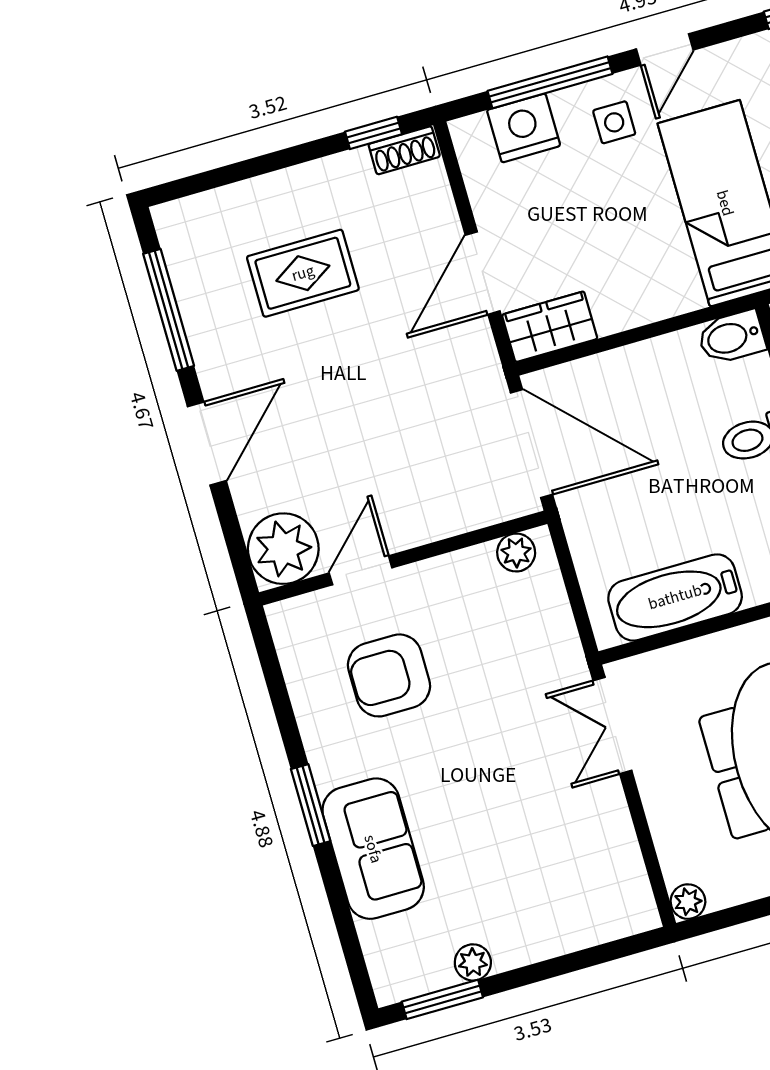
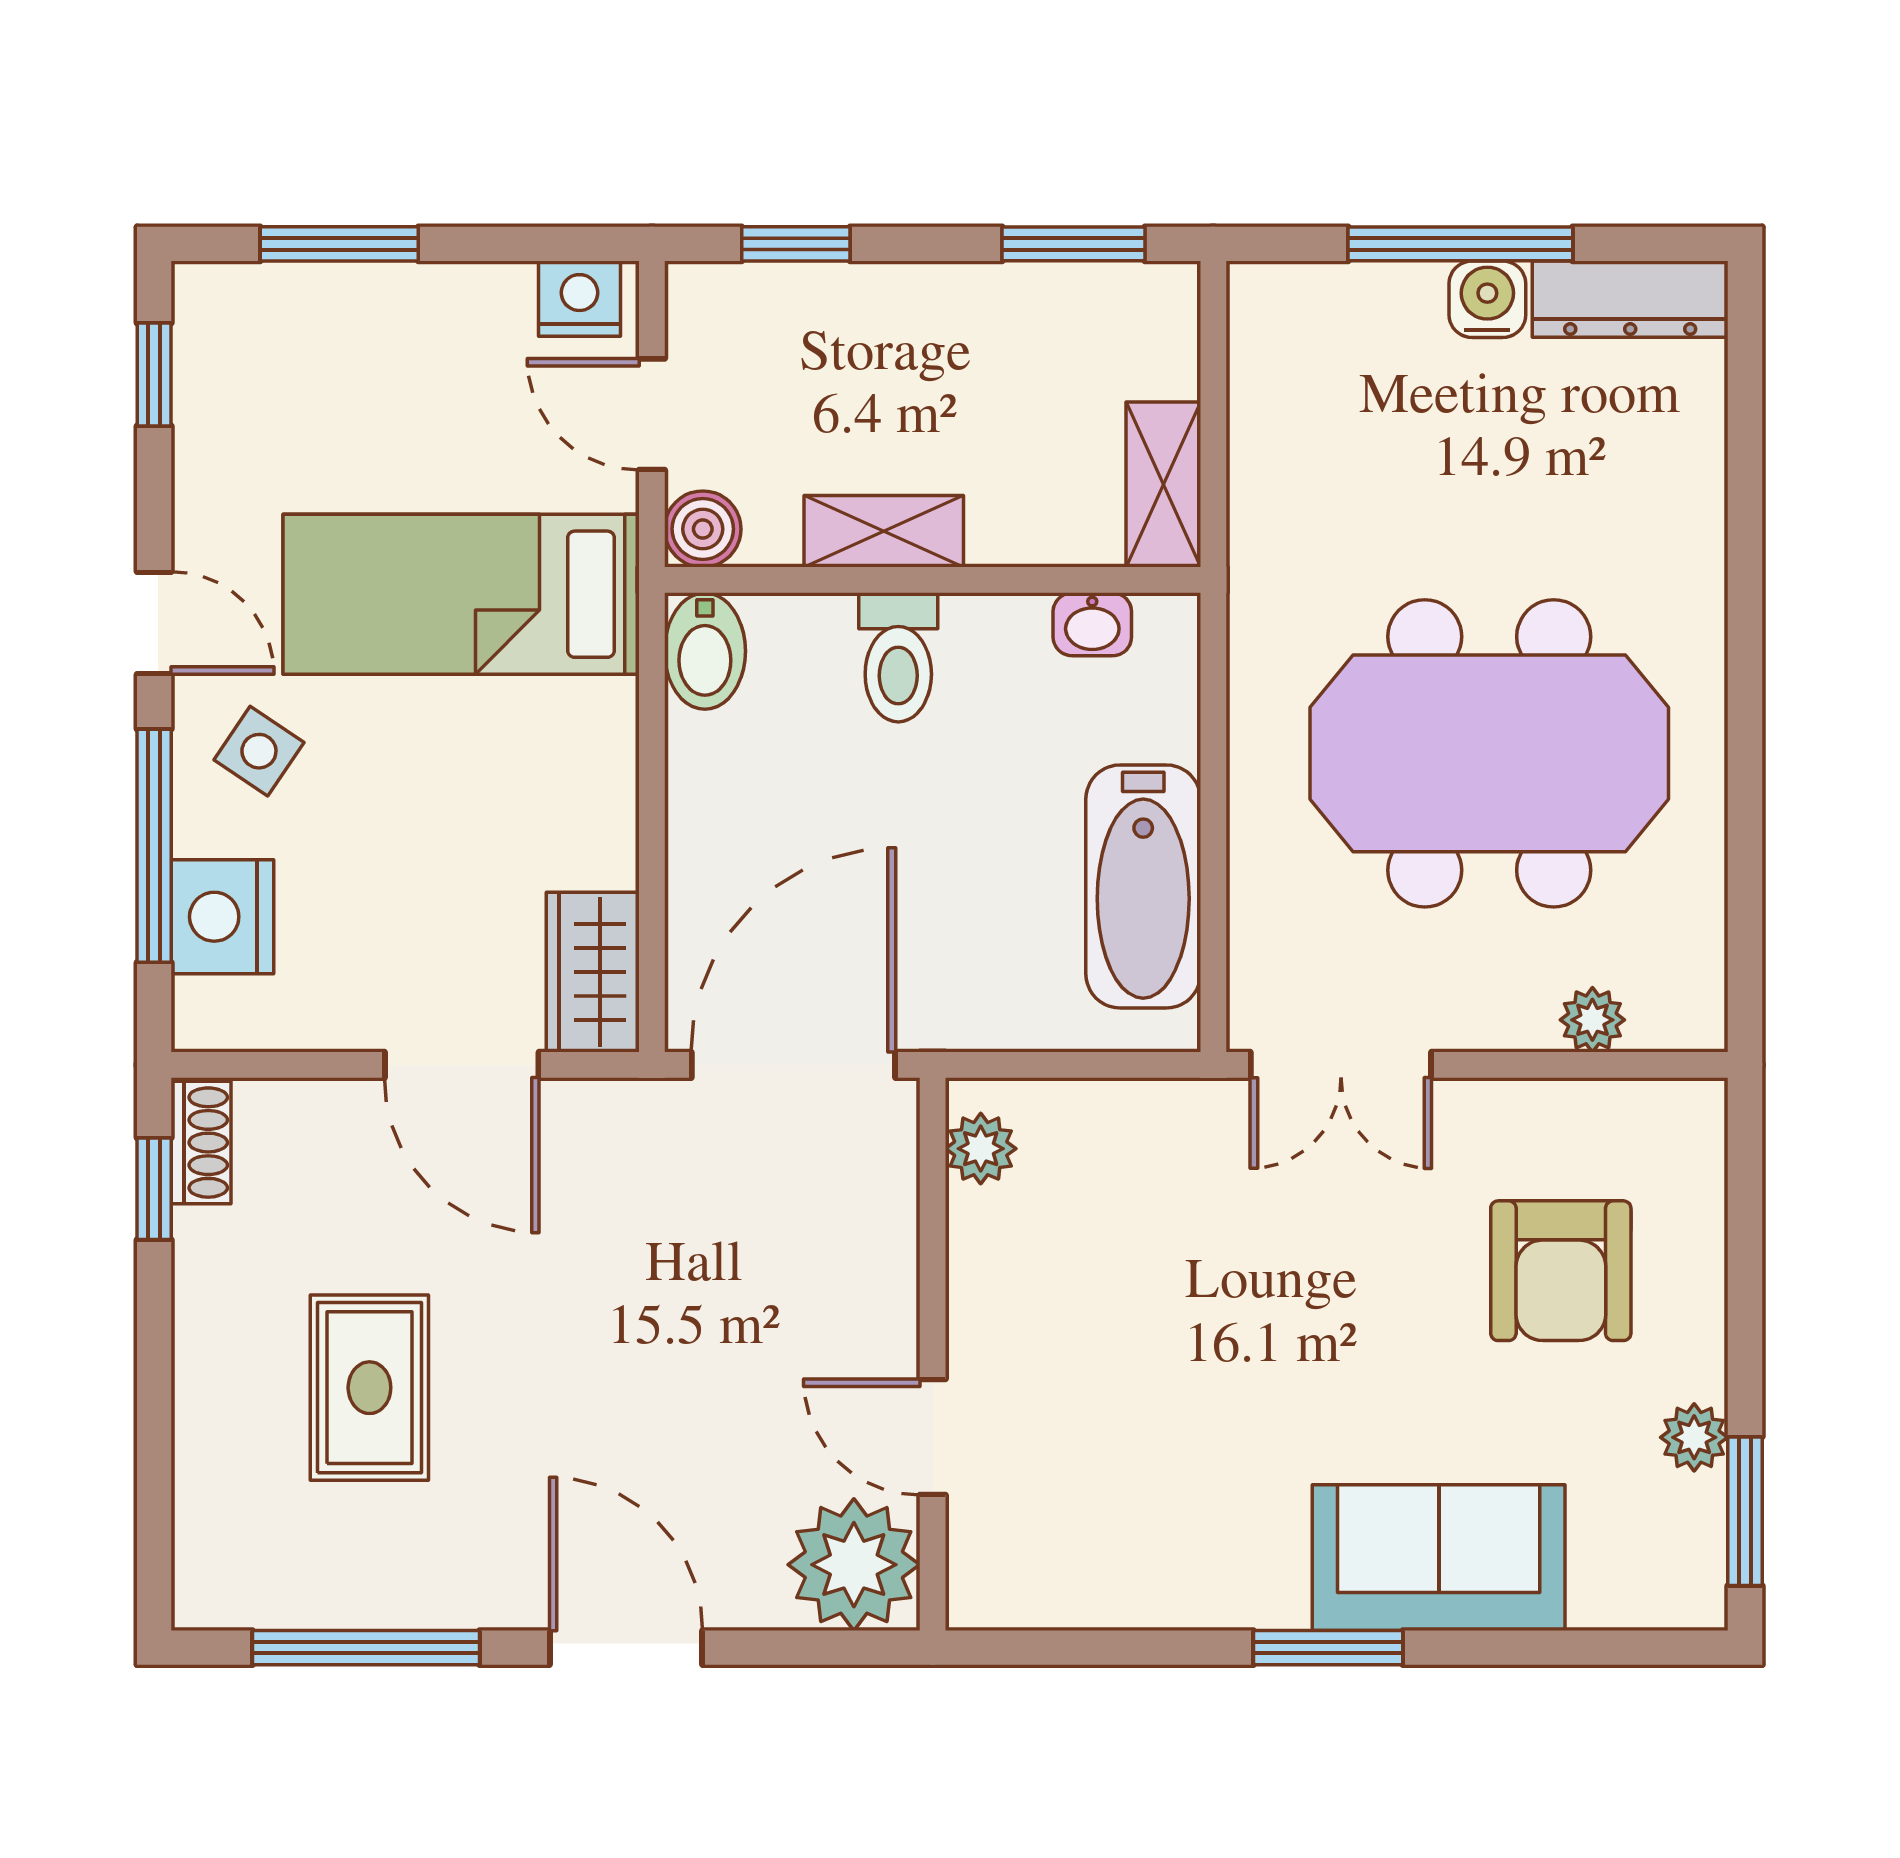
side table: (614, 122) -> (259, 751), turned 34
armchair: (389, 675) -> (1561, 1271), moved
plant: (688, 902) -> (1592, 1020), moved

